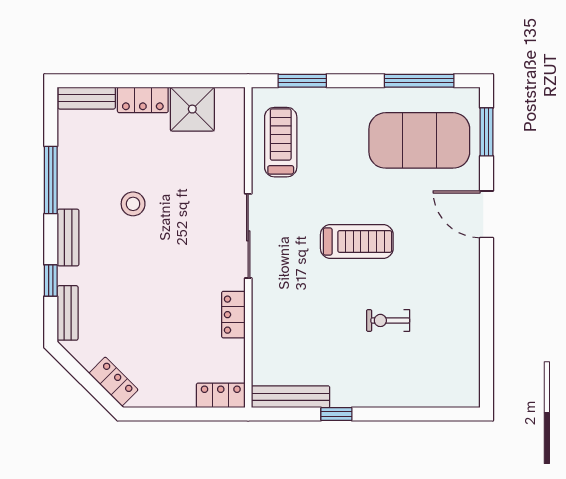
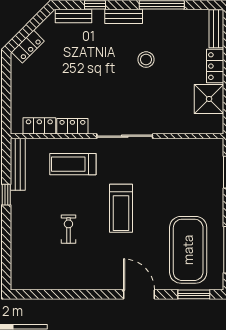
treadmill: (281, 142) -> (73, 164), moved, turned 180
door: (486, 214) -> (139, 294), hinge flipped
locker: (221, 395) -> (39, 126), moved, turned -90

